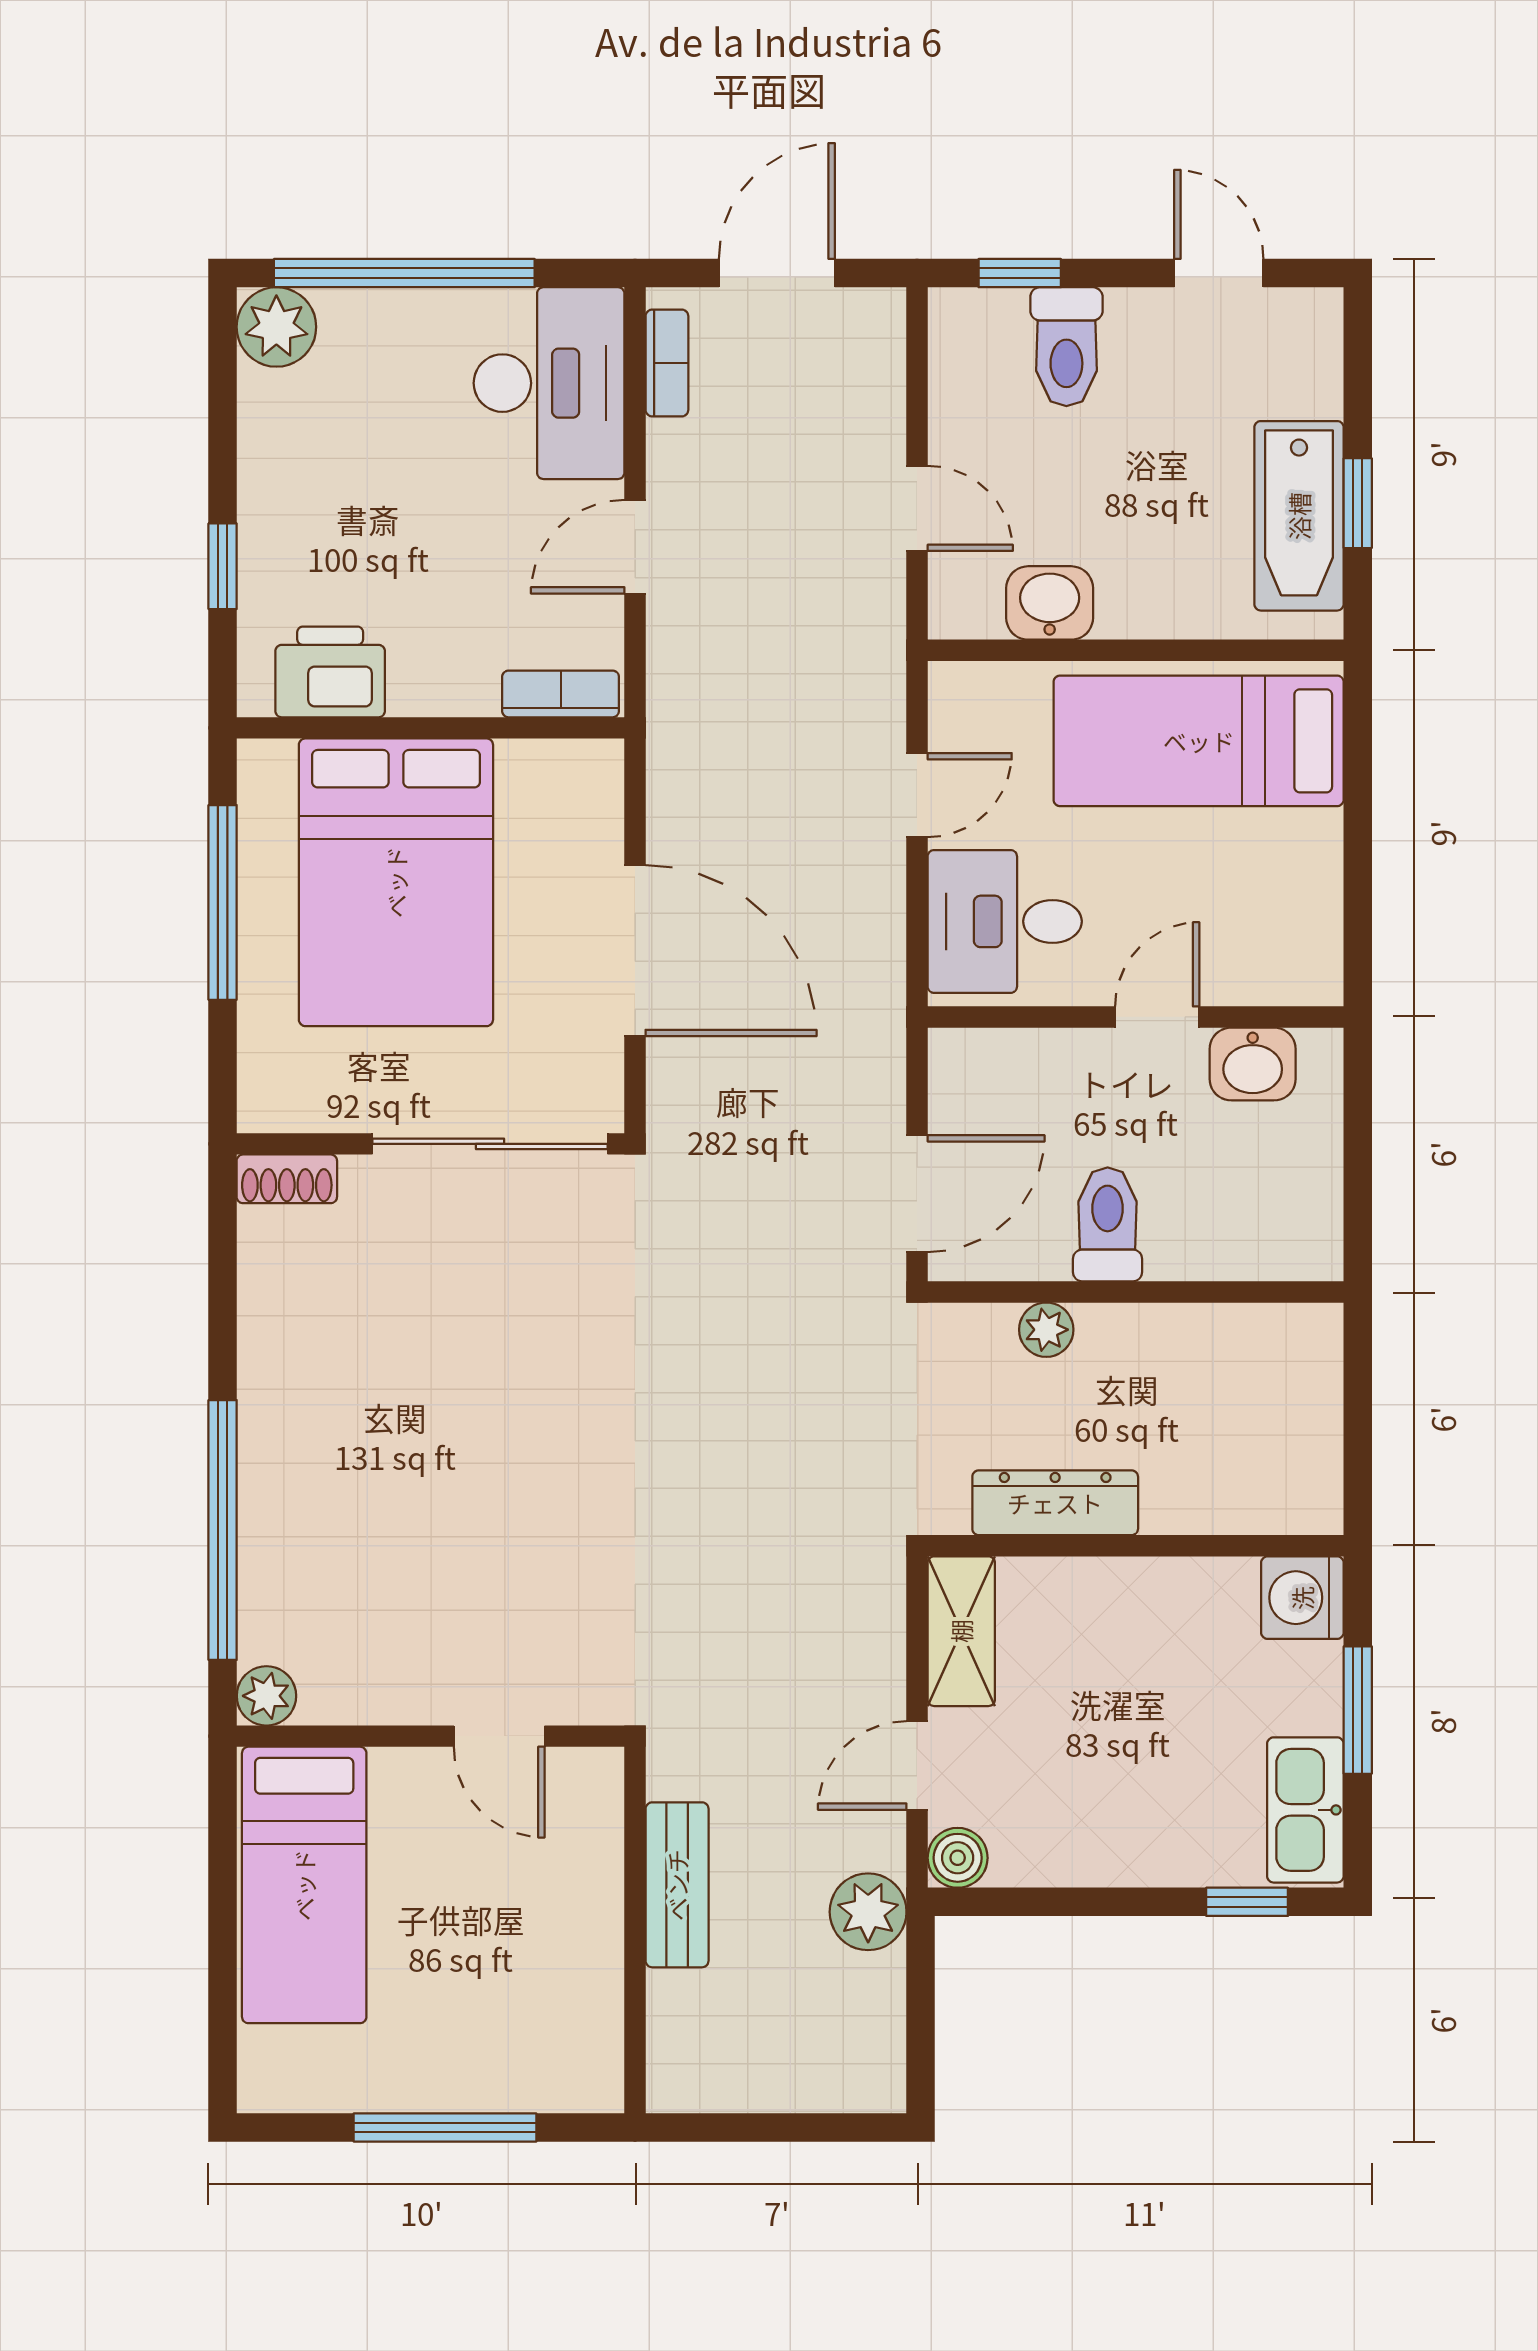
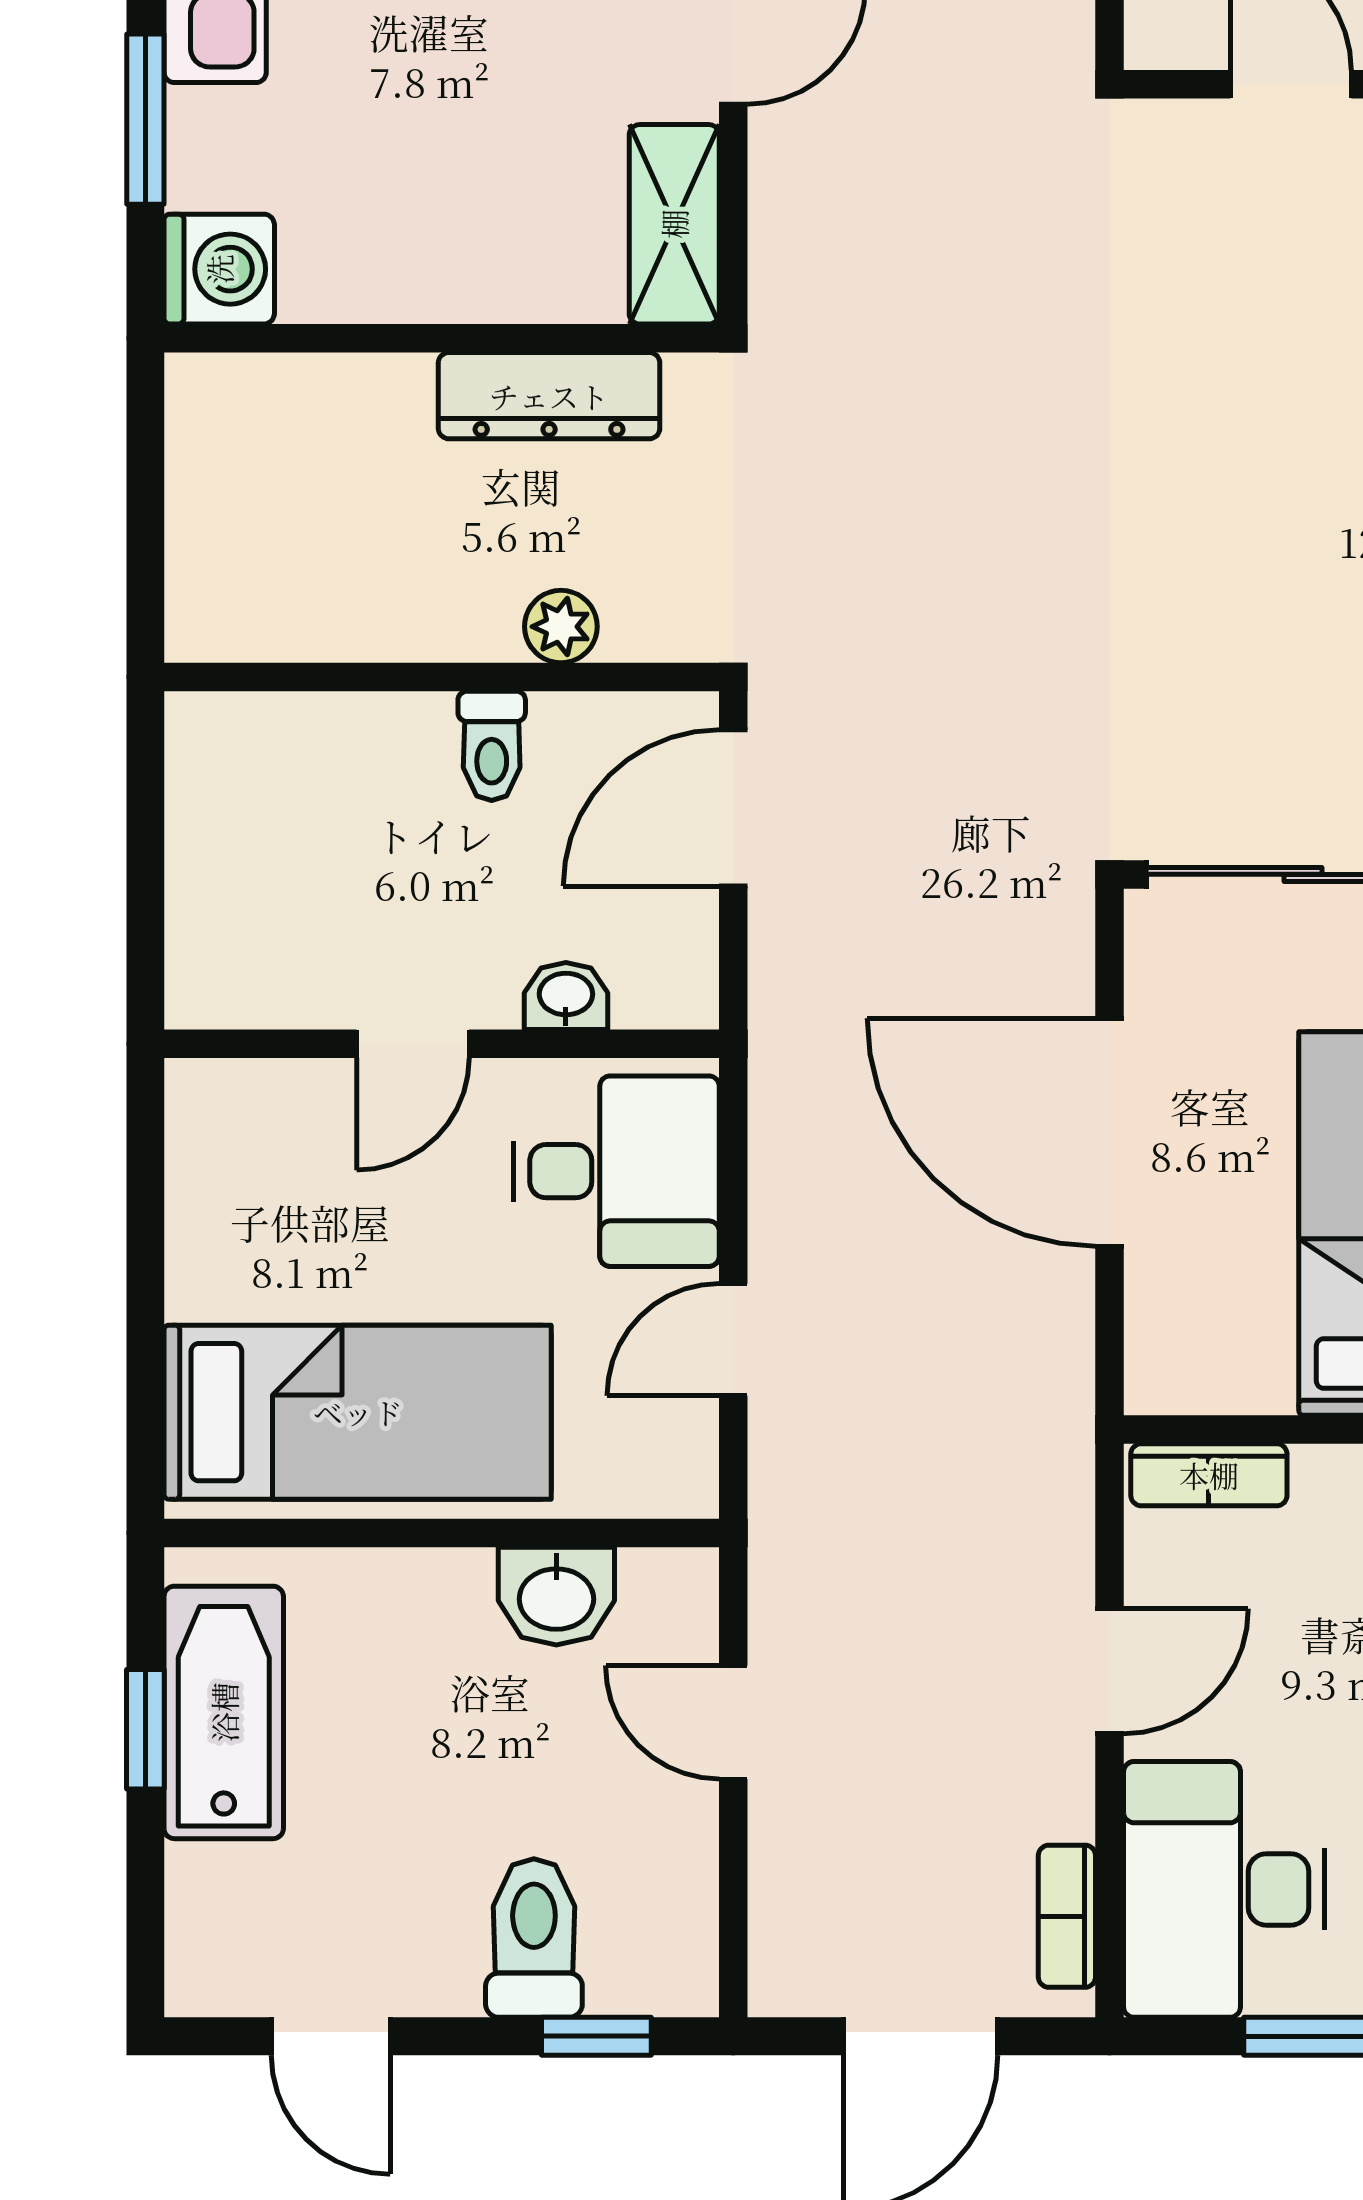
washbasin: (1253, 1064) -> (566, 996), moved, width x0.72, depth x0.69
toilet: (1108, 1224) -> (492, 746), width x0.73, depth x0.72

